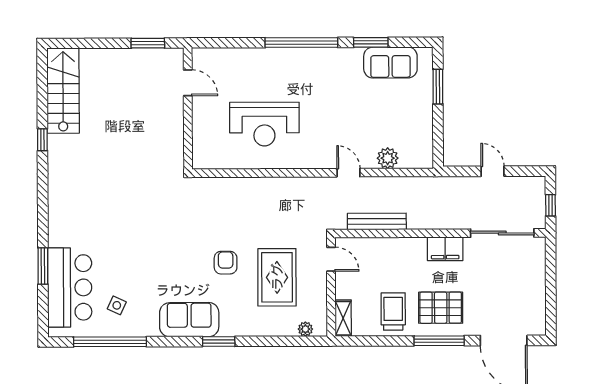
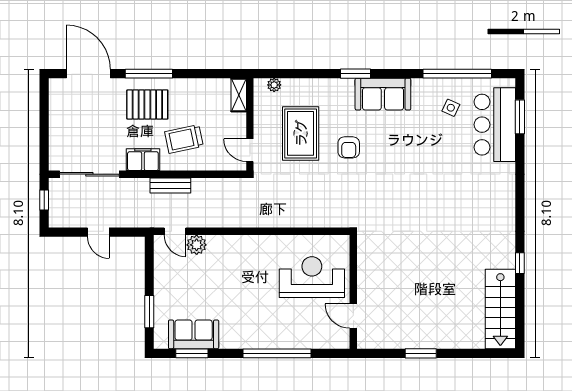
window: (371, 42) -> (192, 353), moved
door: (188, 83) -> (353, 316), moved
wall: (188, 109) -> (353, 292), moved
door: (348, 173) -> (175, 231), moved
bench: (377, 221) -> (170, 186), moved, width x0.73
window: (43, 266) -> (520, 117), moved
trolley: (393, 311) -> (184, 139), moved, turned 78

